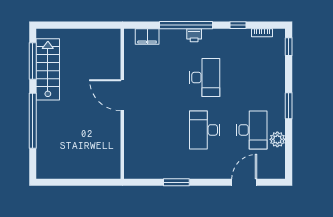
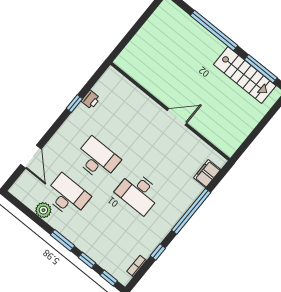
printer: (194, 35) -> (91, 100), moved, turned 180
window: (289, 74) -> (87, 260), added
door: (122, 95) -> (177, 117), width x0.73
desk: (252, 130) -> (67, 196), turned 180
window: (176, 182) -> (74, 104), width x0.67

